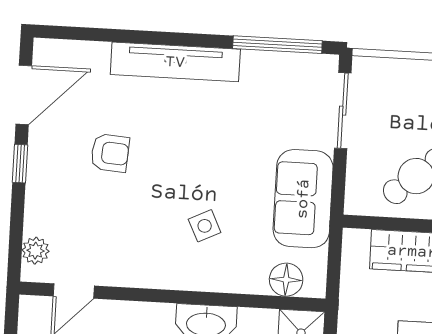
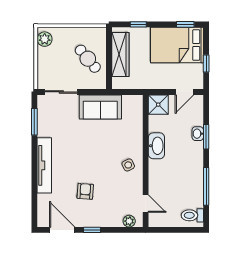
window: (277, 45) -> (34, 122), width x0.69
side table: (205, 226) -> (128, 165), moved
floor lamp: (286, 280) -> (136, 112), removed

